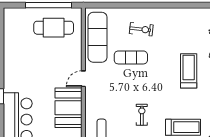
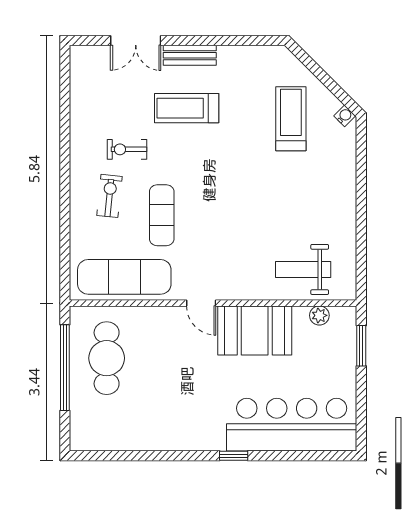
exercise bike: (142, 115) -> (127, 149), moved

